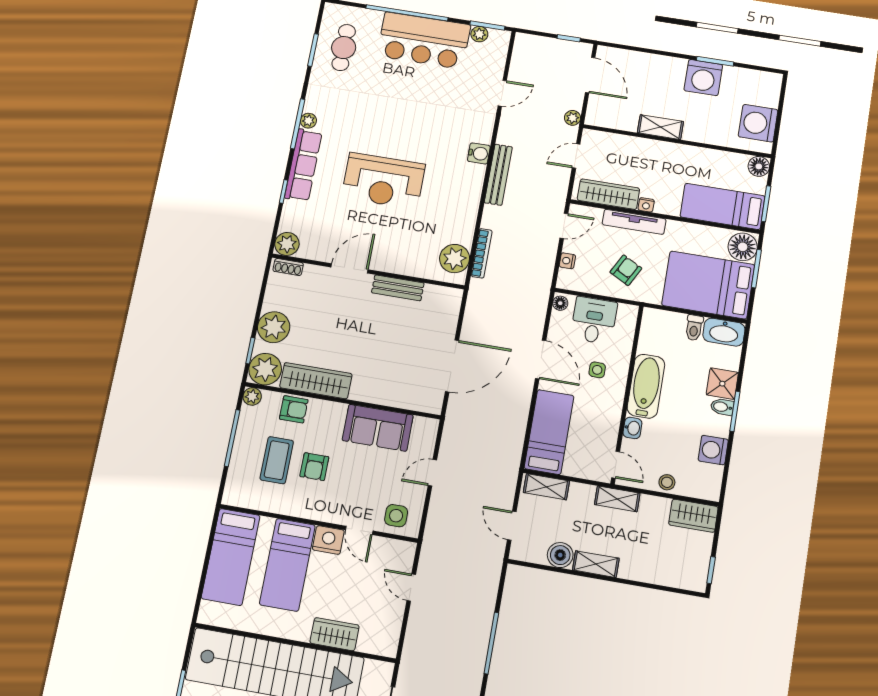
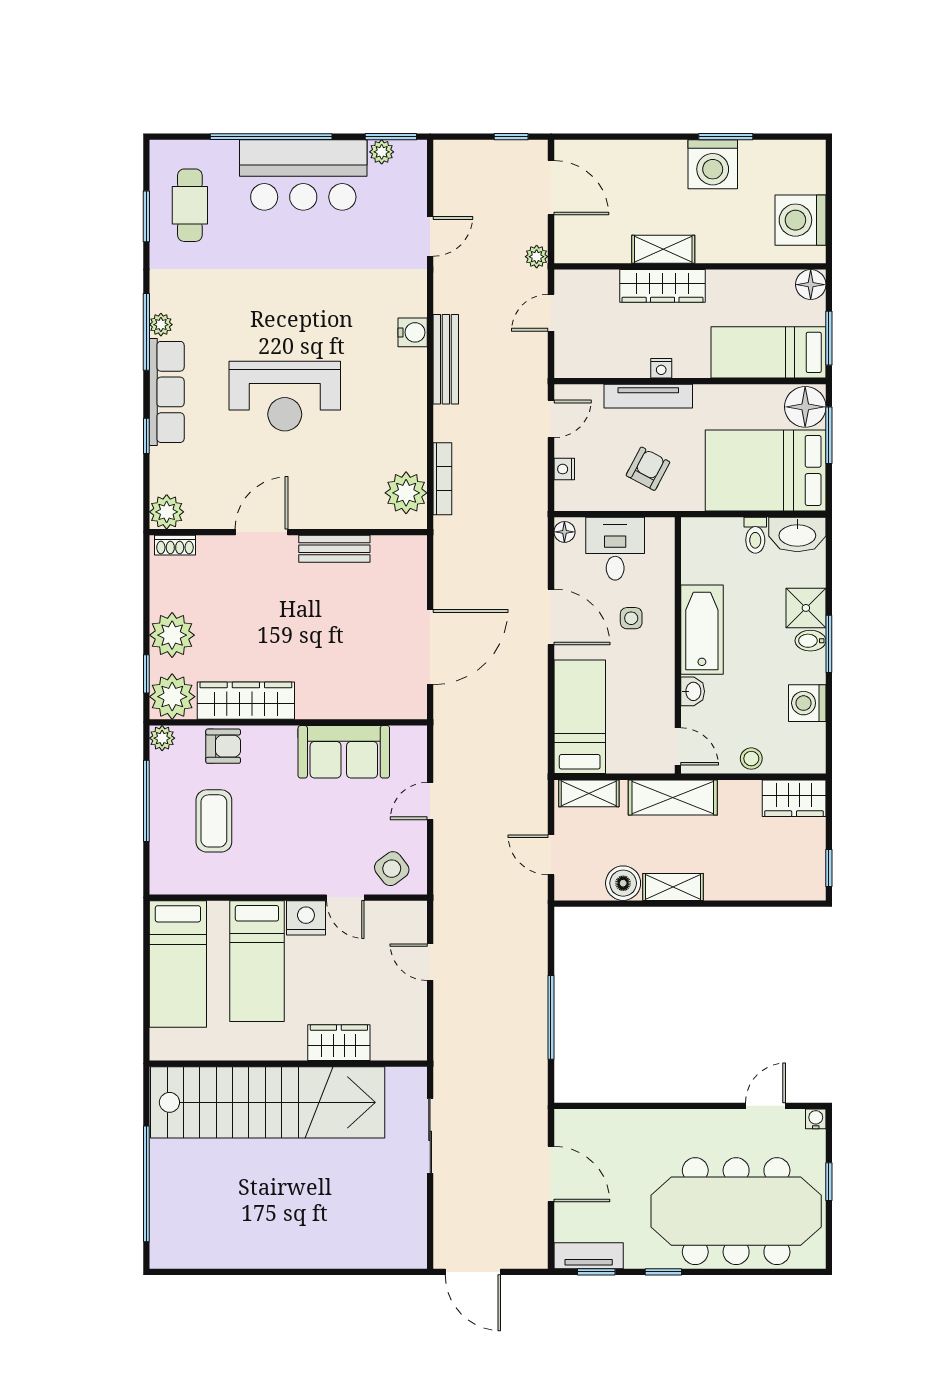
wardrobe: (608, 194) -> (663, 286), moved, turned 180
armchair: (314, 467) -> (267, 821), removed
shelving: (617, 499) -> (673, 798), width x1.50, depth x1.33
side table: (396, 516) -> (392, 869), turned -37

